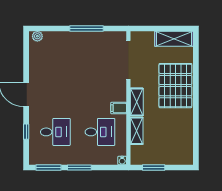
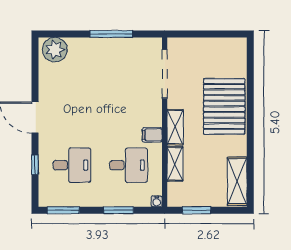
plant: (37, 36) -> (55, 50), width x1.87, depth x1.87
shelving: (174, 39) -> (237, 181), moved, turned 90
window: (79, 167) -> (119, 210), moved

